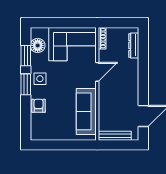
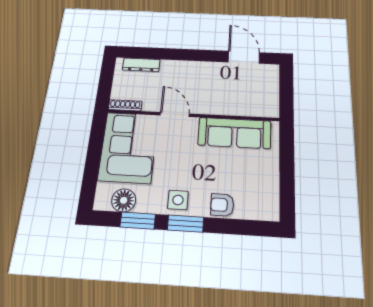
bench: (115, 136) -> (272, 95), removed

